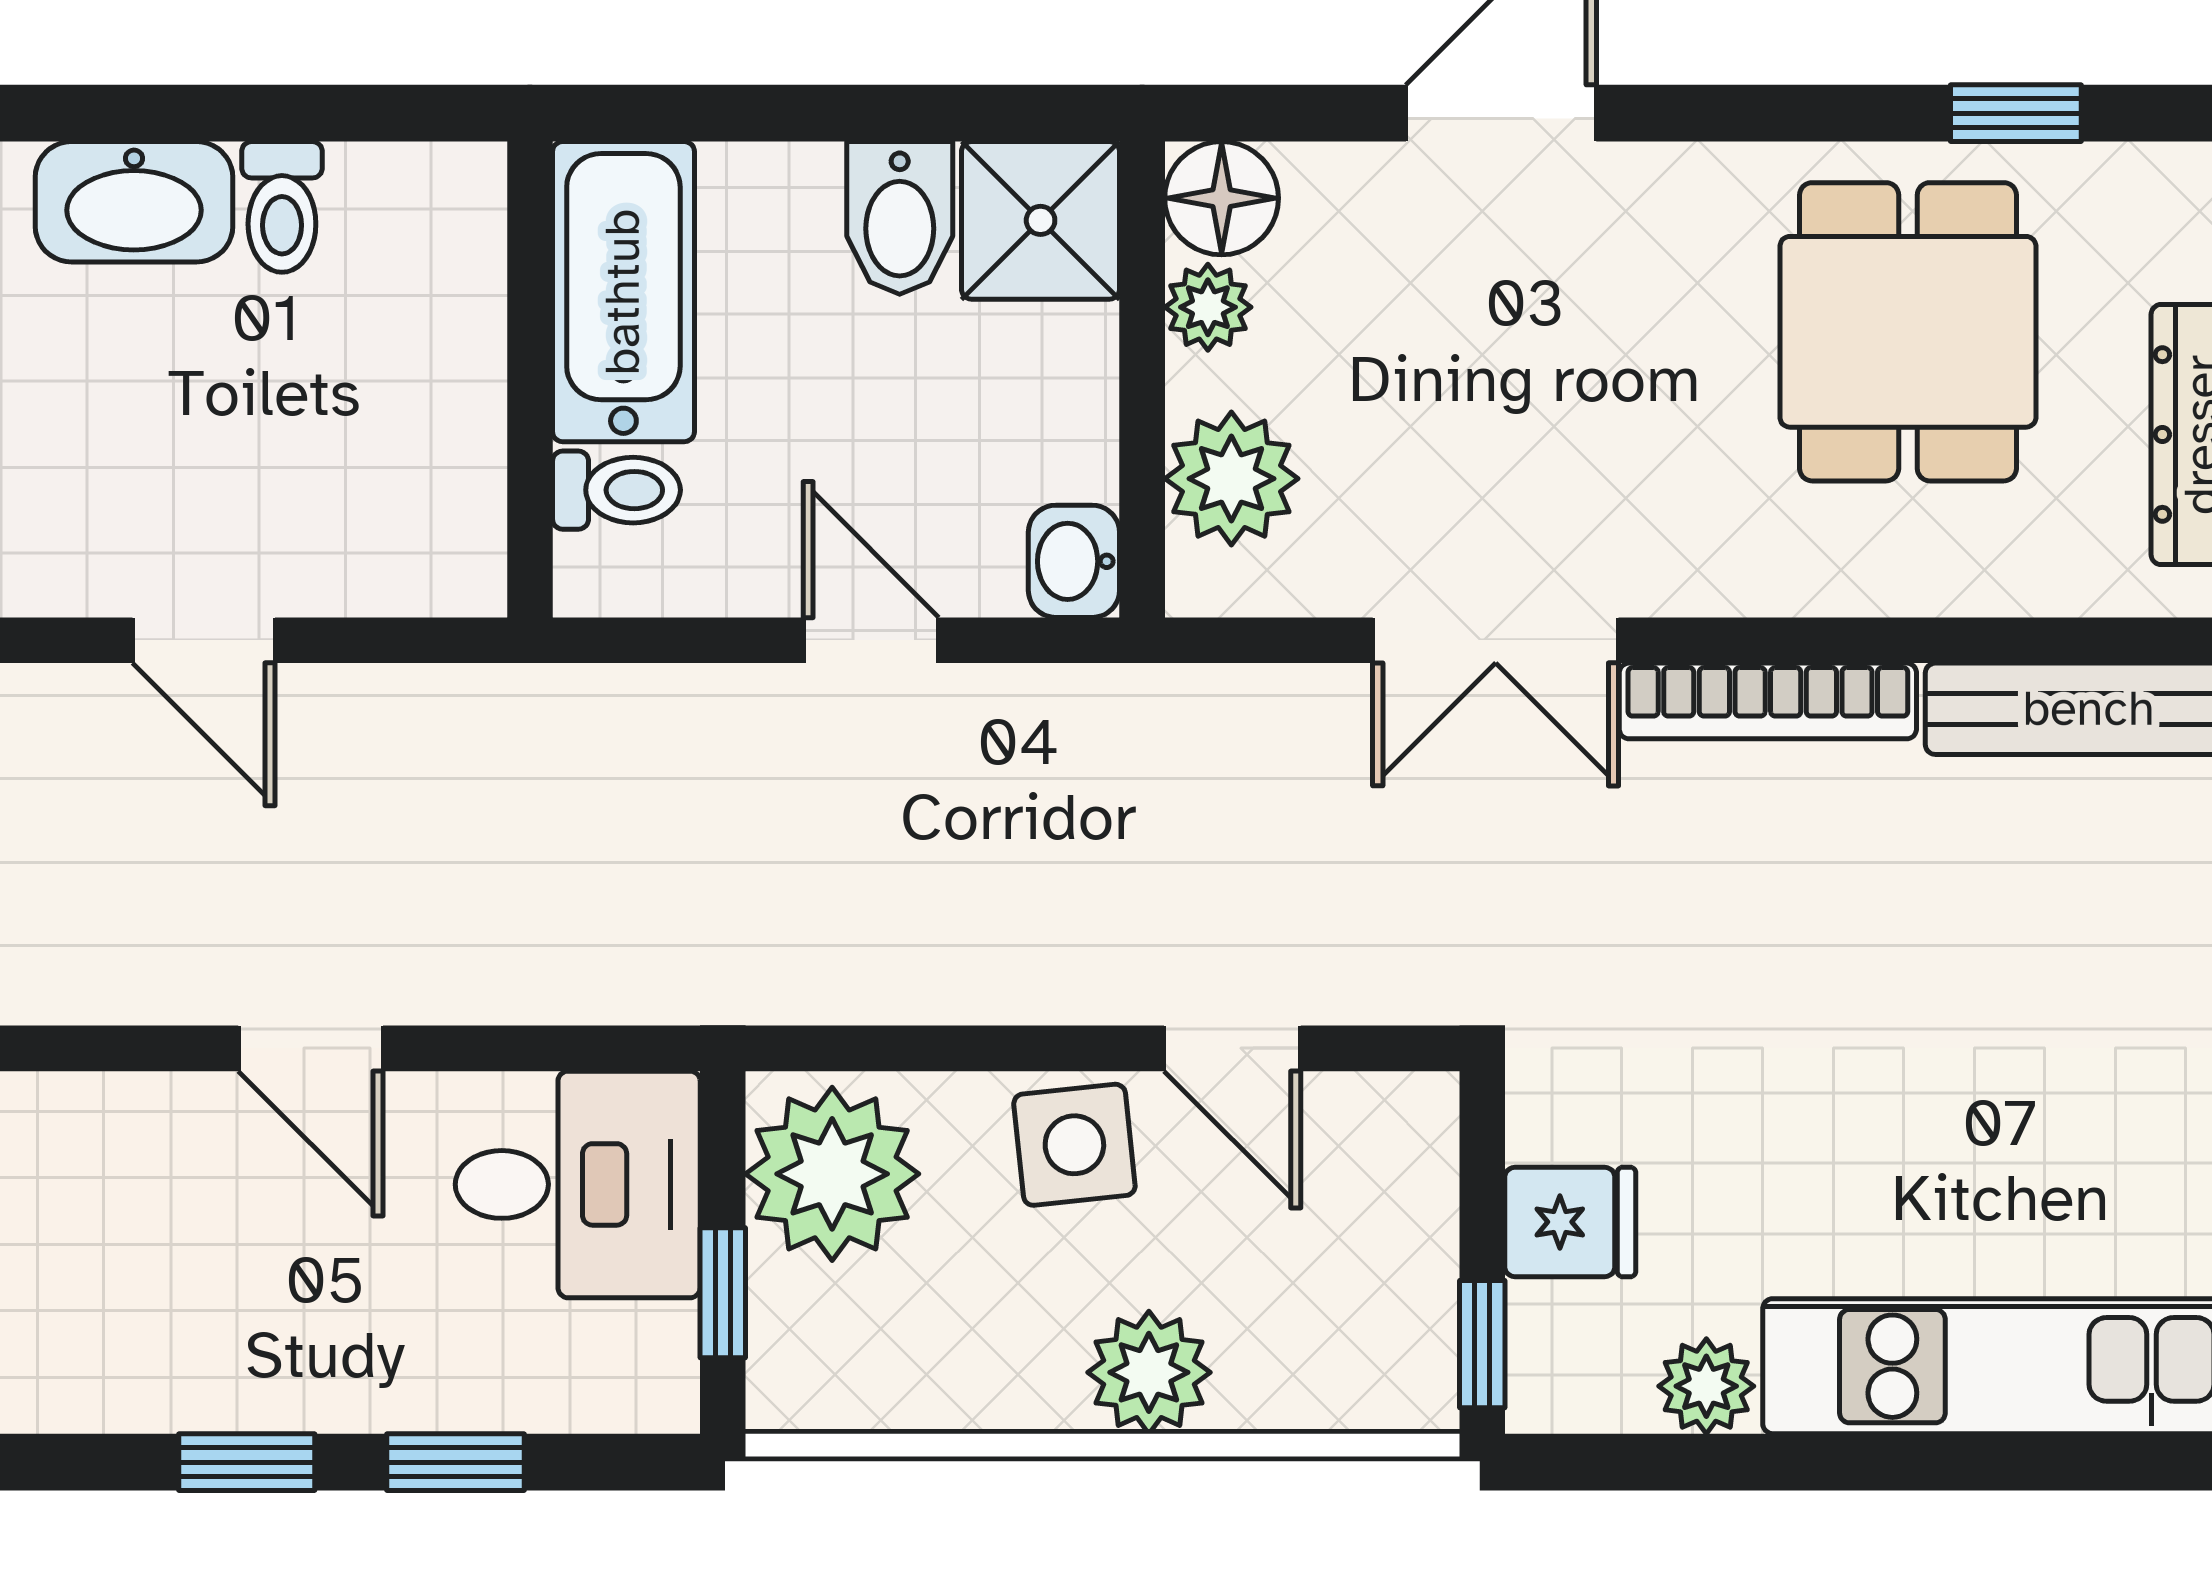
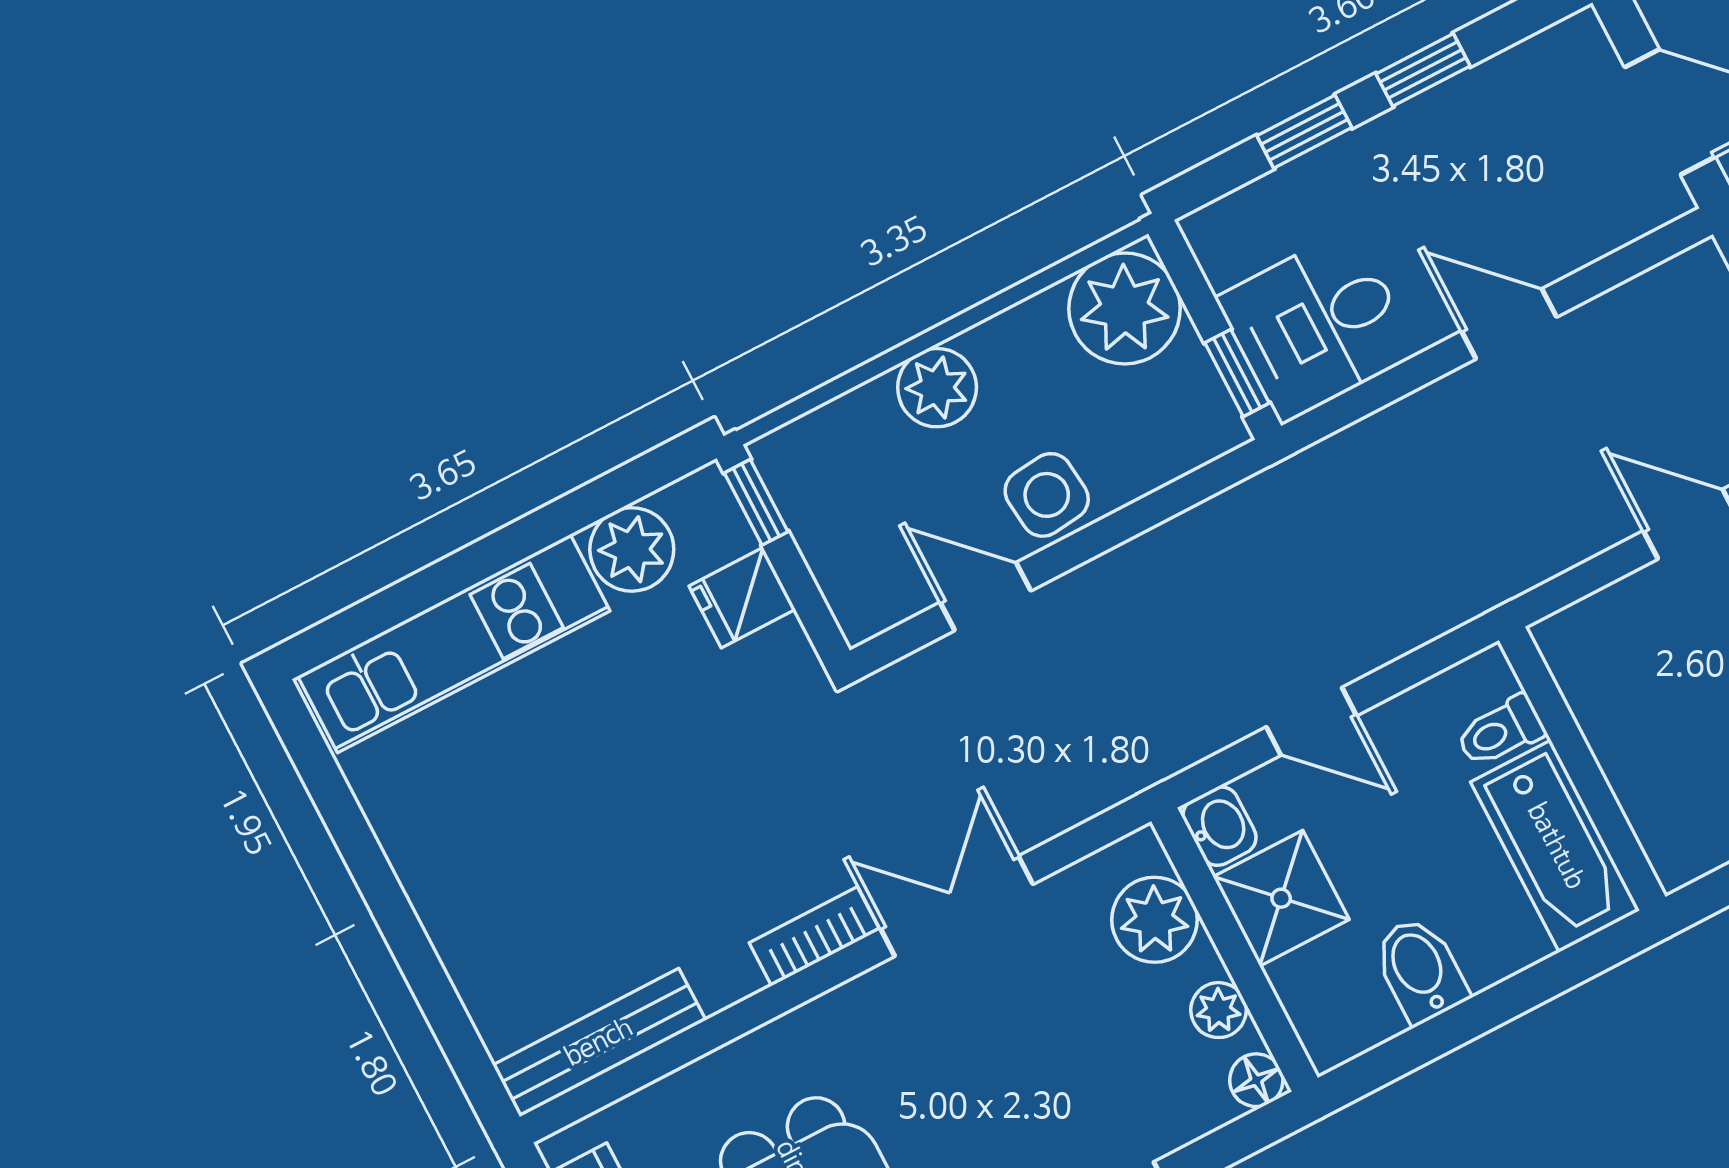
floor lamp: (1222, 198) -> (1256, 1080), width x0.73, depth x0.73
shower: (1041, 220) -> (1281, 898), moved
bookcase: (1768, 701) -> (814, 936), width x0.64
plant: (832, 1174) -> (1125, 308), moved
window: (723, 1293) -> (1237, 373), moved
plant: (1706, 1386) -> (632, 549), width x1.38, depth x1.38

